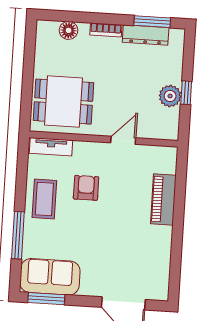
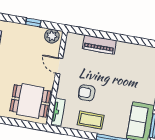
plant: (170, 96) -> (52, 36), moved
dining table: (63, 102) -> (30, 101), turned 90

